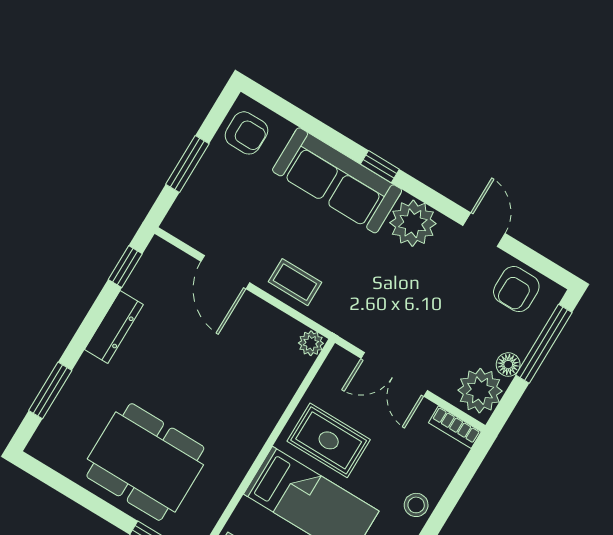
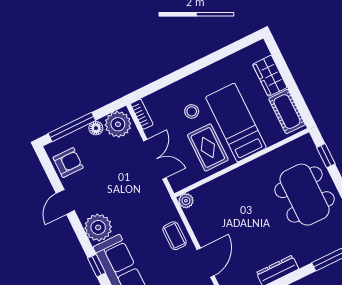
stool: (416, 505) -> (192, 111), moved

